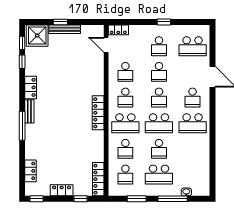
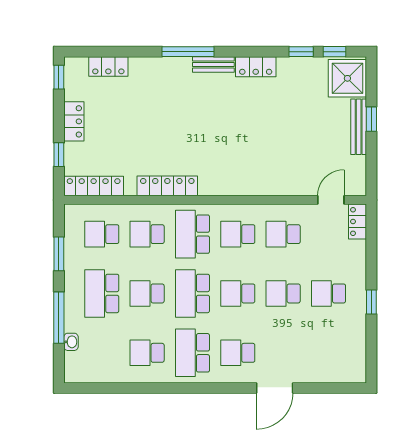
school desk: (193, 46) -> (147, 353), moved, width x0.54
locker: (98, 113) -> (167, 186), moved

